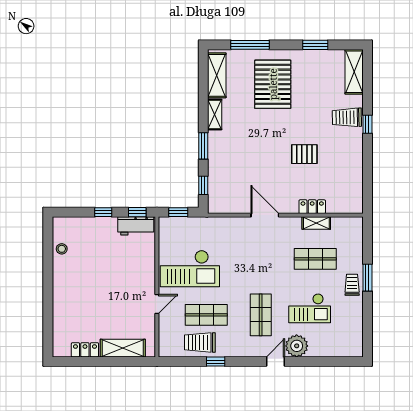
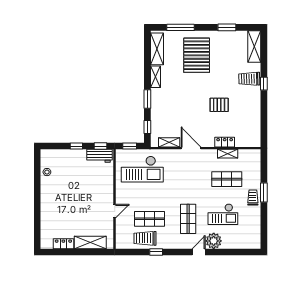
shelving: (234, 207) -> (169, 142), added
checkout: (190, 269) -> (142, 169), moved

